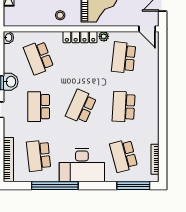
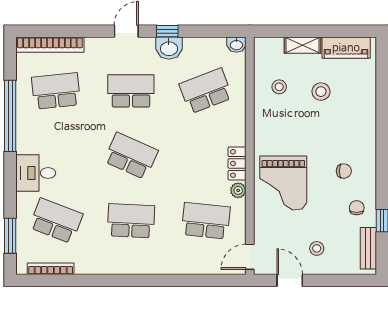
stool: (60, 15) -> (279, 87), moved
locker: (80, 37) -> (237, 163), width x0.66
school desk: (124, 156) -> (56, 221), turned 36
desk: (82, 165) -> (36, 173), width x0.53, depth x0.77
window: (133, 186) -> (10, 236), width x0.69

